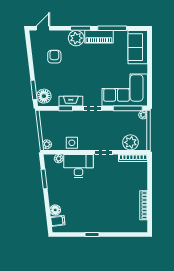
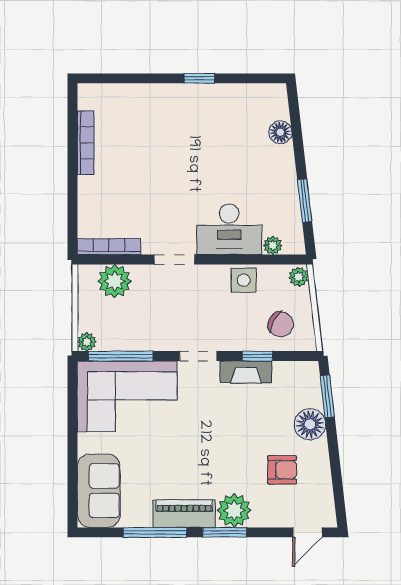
armchair: (54, 57) -> (282, 470), turned -90
floor lamp: (44, 96) -> (310, 424), moved
chair: (55, 123) -> (281, 324), added
filing cabinet: (58, 221) -> (275, 108), removed

